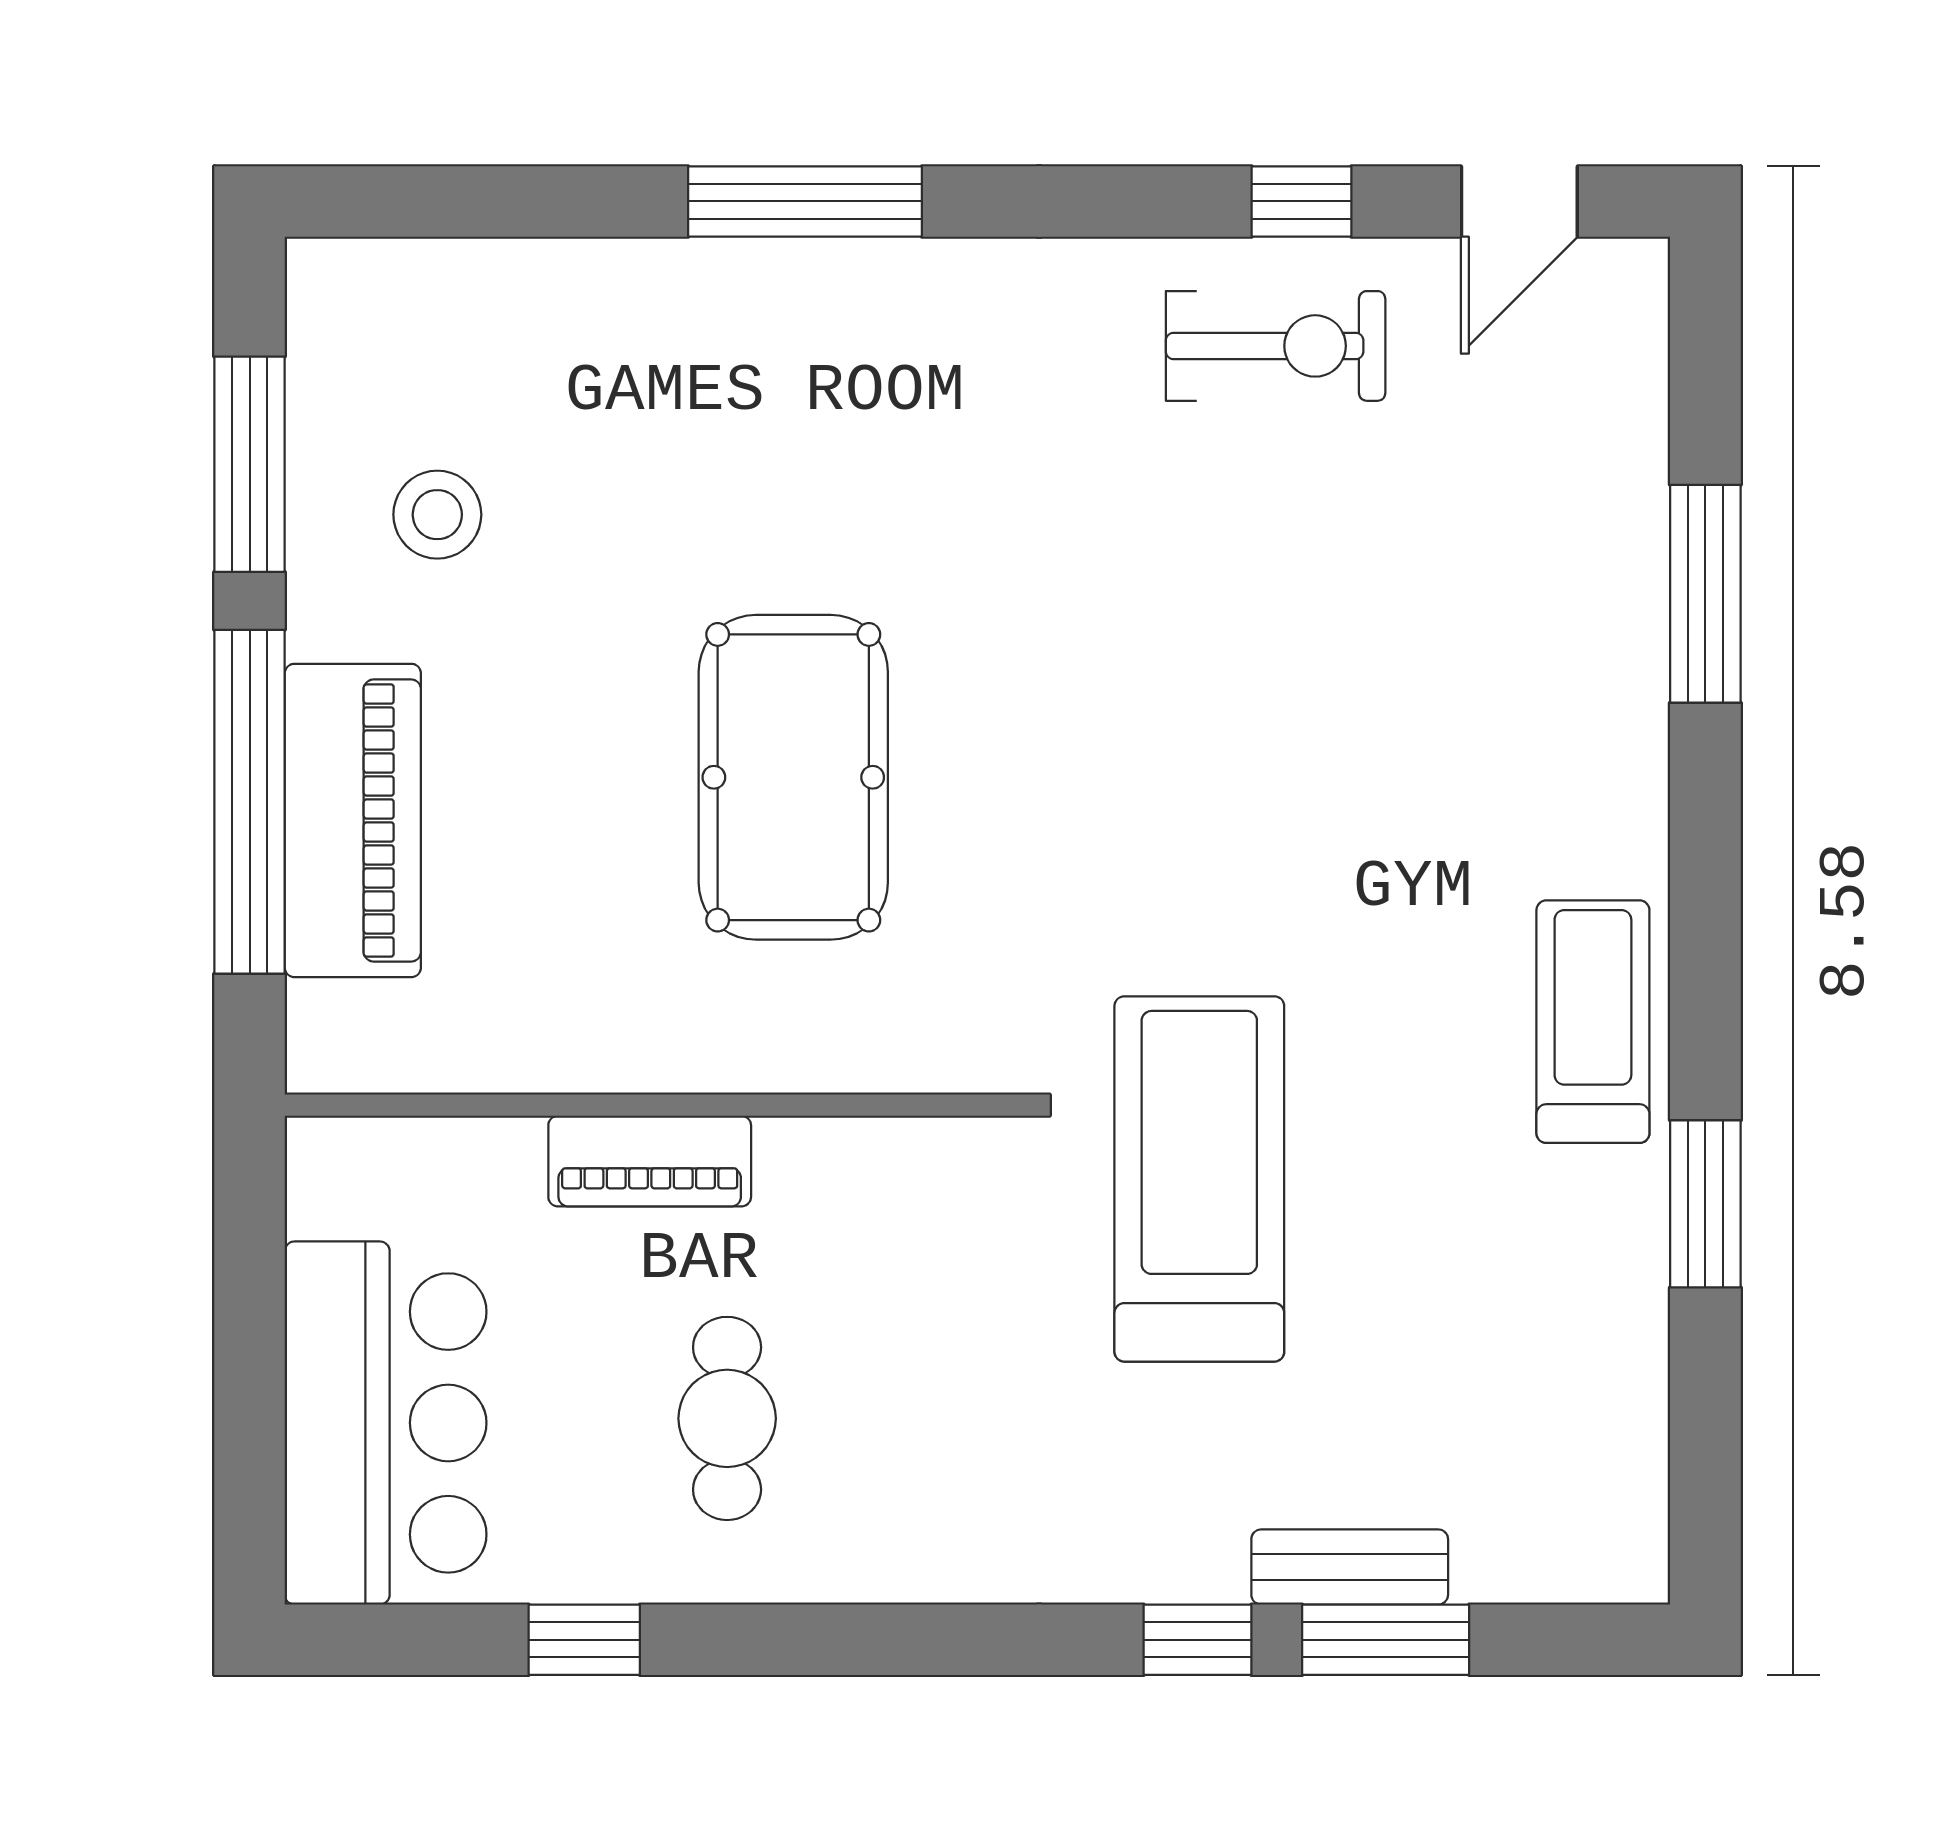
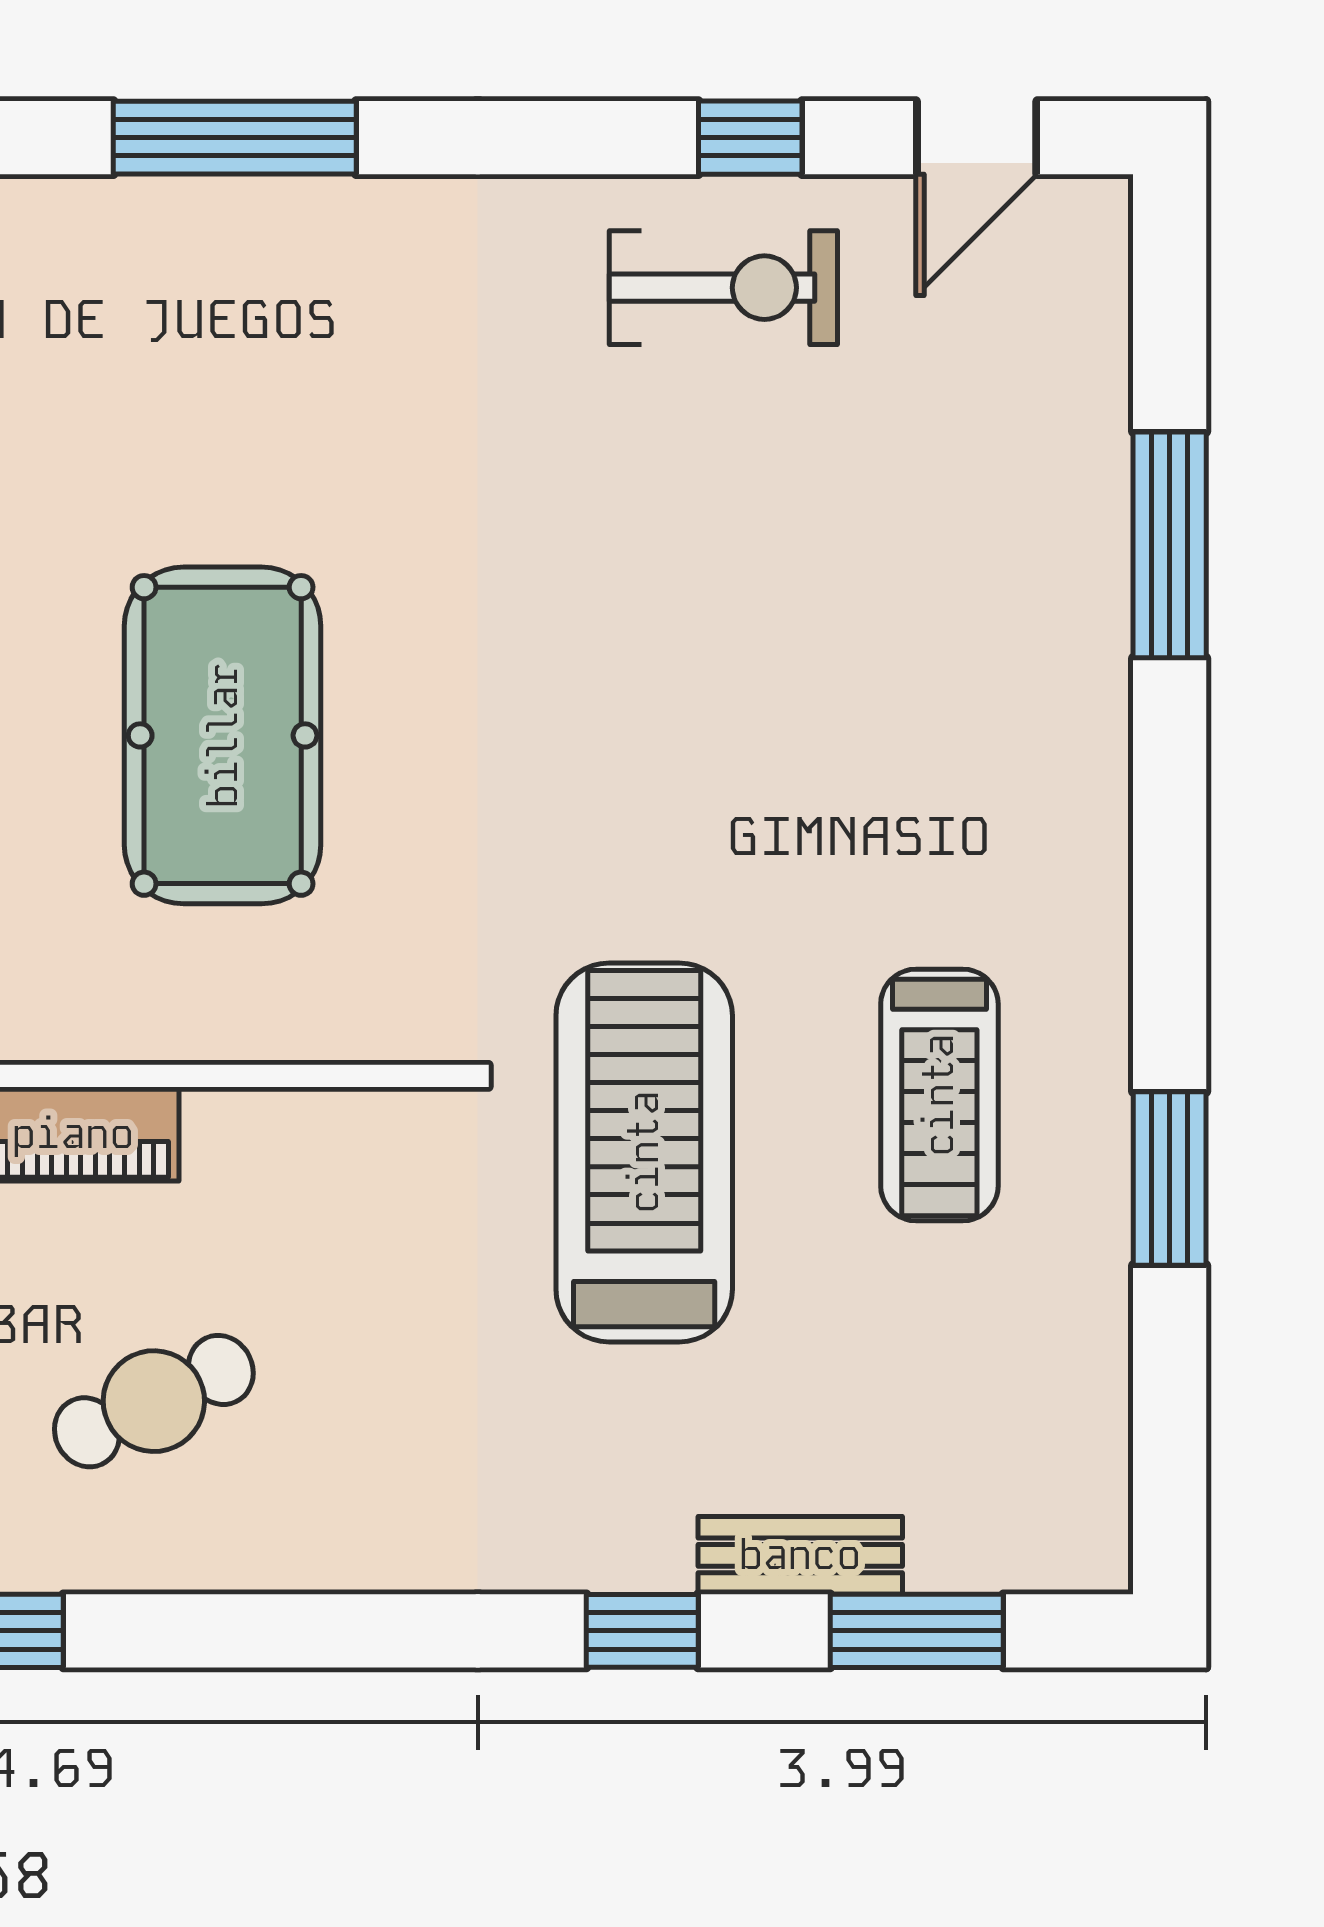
treadmill: (1593, 1022) -> (939, 1095), moved, turned 180
cafe table: (727, 1418) -> (154, 1401), turned 65
window: (1386, 1640) -> (917, 1631), moved

